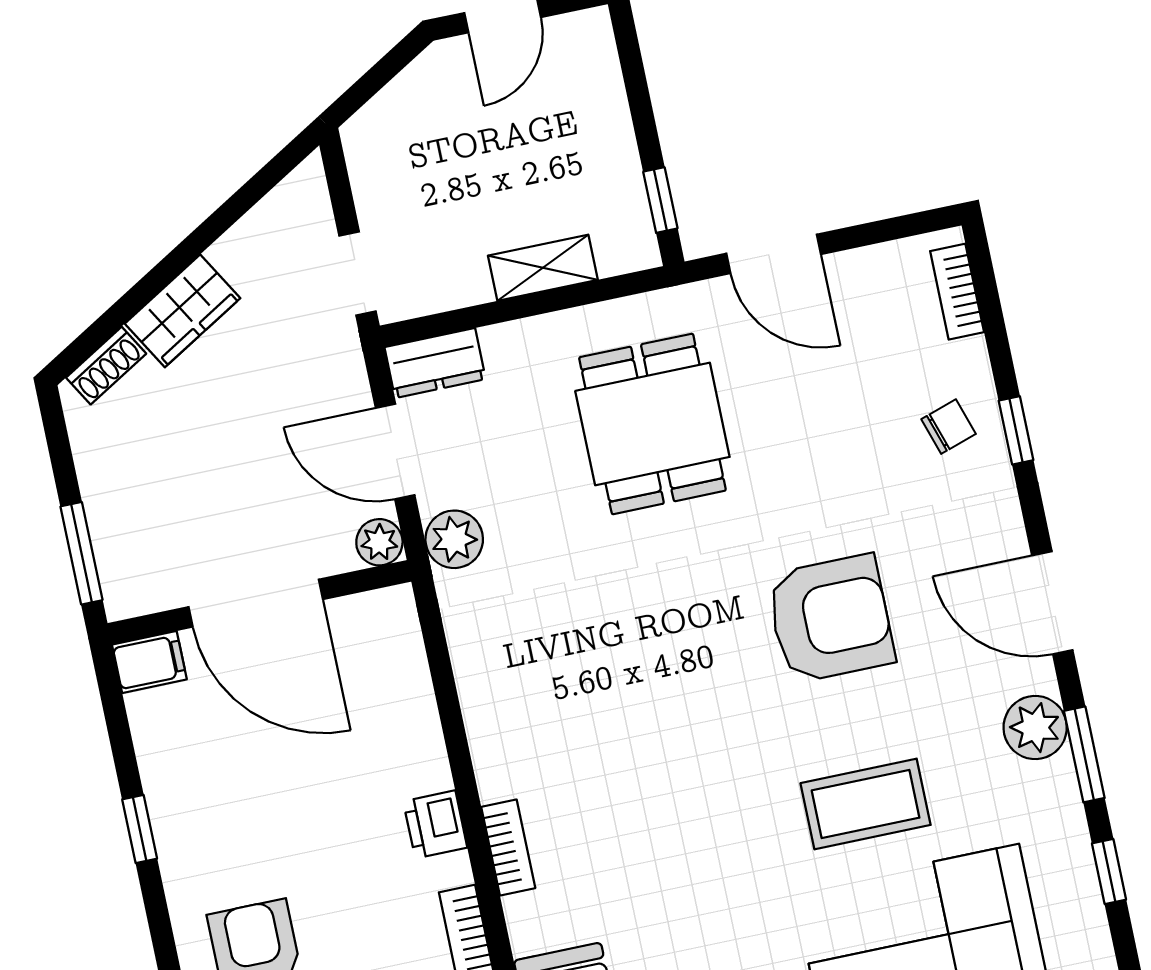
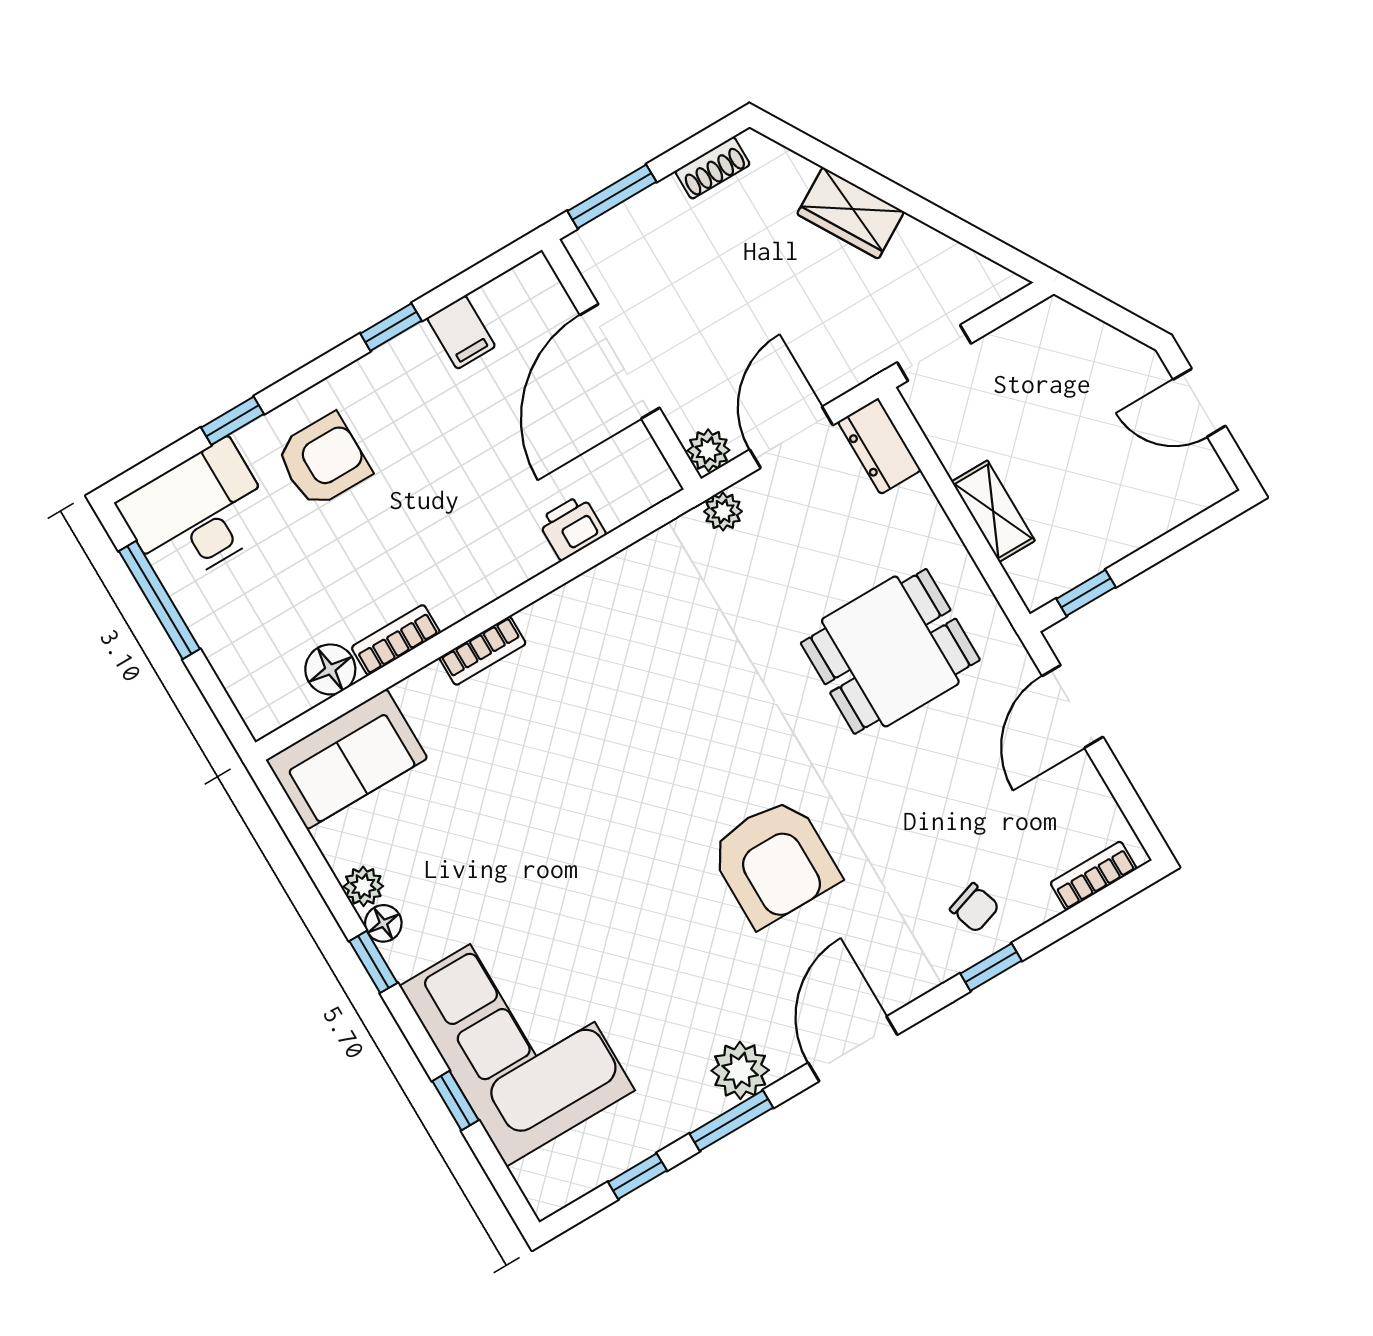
shoe rack: (106, 366) -> (713, 168), moved, turned -59
plant: (454, 539) -> (723, 511), width x0.73, depth x0.73
filing cabinet: (149, 662) -> (461, 332), moved
coffee table: (866, 804) -> (625, 946), removed
printer: (435, 824) -> (572, 527), moved

